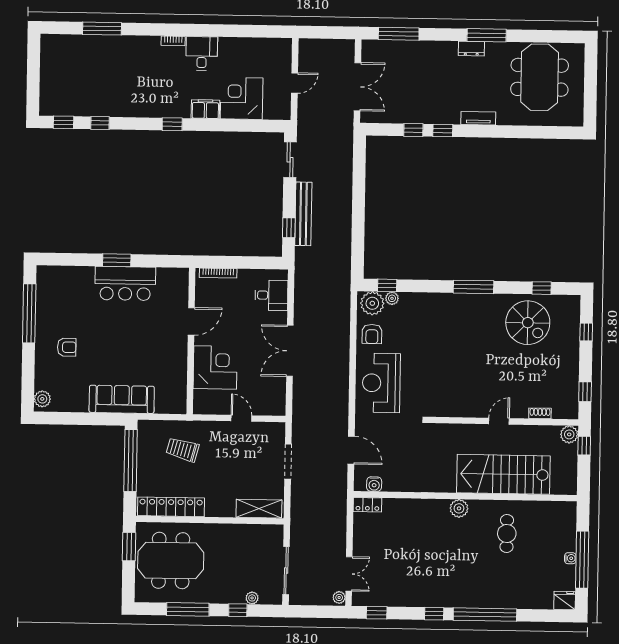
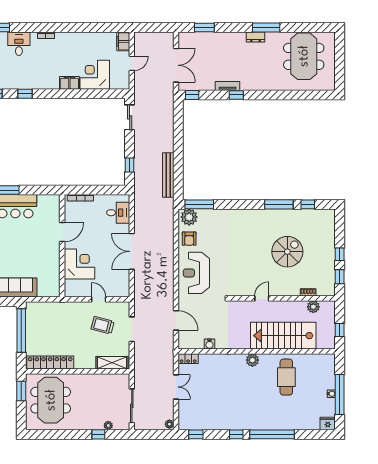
window: (399, 34) -> (204, 27), width x0.69
filing cabinet: (283, 52) -> (123, 41), added
desk: (202, 53) -> (19, 44), moved
tv unit: (478, 118) -> (228, 86), moved
window: (172, 124) -> (25, 94), moved
window: (413, 130) -> (192, 95), moved
bench: (303, 214) -> (168, 175), moved
window: (387, 285) -> (199, 204), width x2.17
window: (474, 287) -> (279, 204), moved
plant: (392, 298) -> (203, 213), removed
spiral stairs: (528, 323) -> (287, 252), moved, turned -90
window: (586, 332) -> (340, 254), moved
door: (499, 421) -> (262, 298), moved
plant: (569, 434) -> (313, 307), moved
window: (584, 446) -> (340, 330), moved
trolley: (183, 450) -> (103, 325), moved
water cooler: (374, 484) -> (209, 344), moved
cafe table: (507, 533) -> (286, 377), width x1.37, depth x1.35
meeting table: (171, 560) -> (51, 400), turned 90
double door: (349, 574) -> (176, 387), moved
window: (188, 609) -> (63, 434), removed

